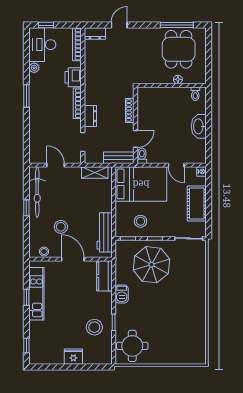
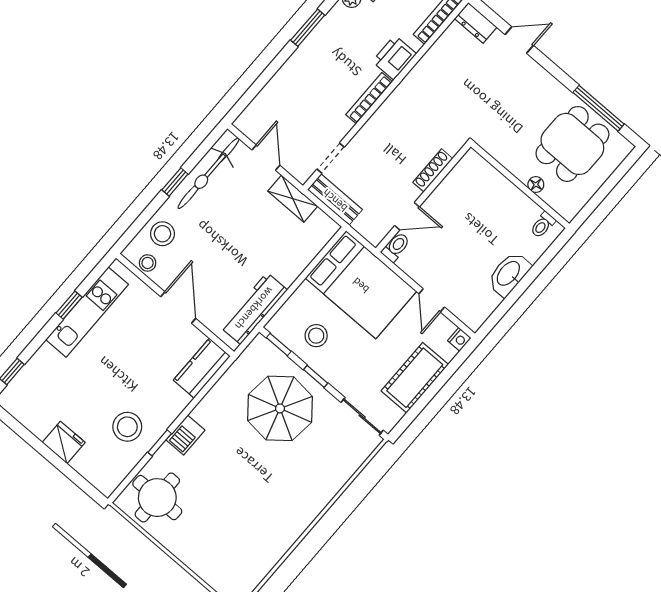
dresser: (90, 116) -> (372, 131), removed
bench: (119, 158) -> (335, 200), moved
shelving: (95, 173) -> (293, 199), moved
stool: (61, 227) -> (162, 234), moved
barbecue: (122, 294) -> (186, 435), moved

